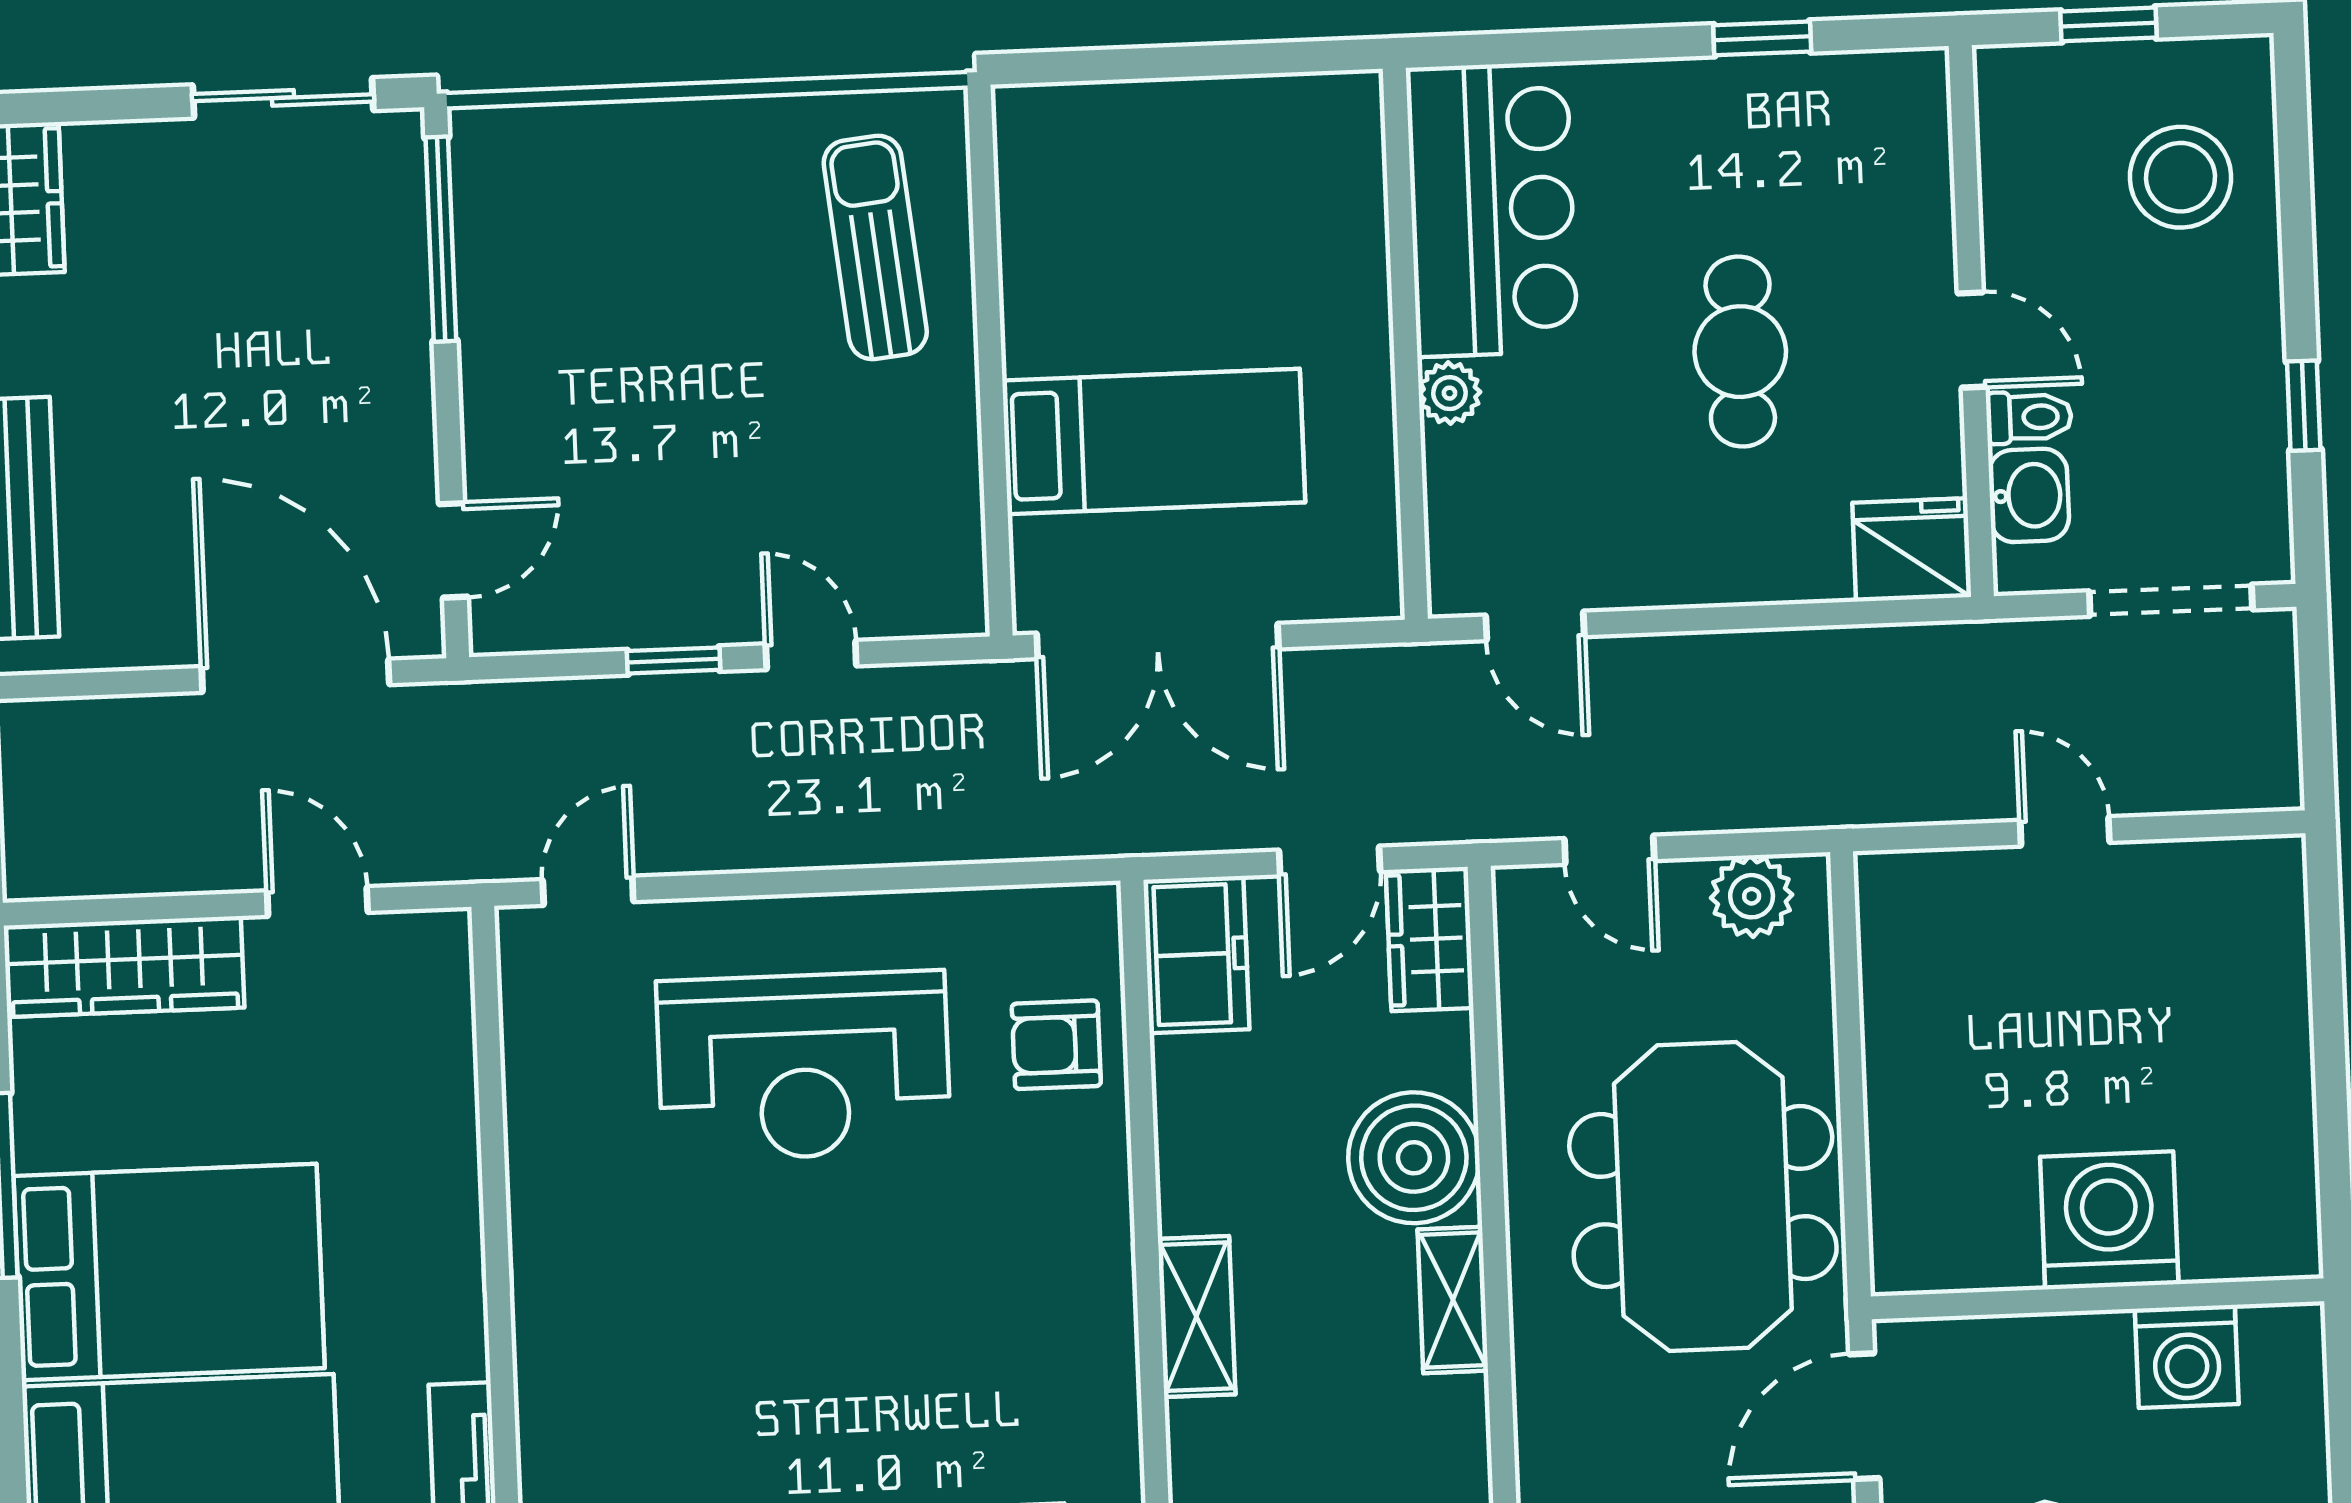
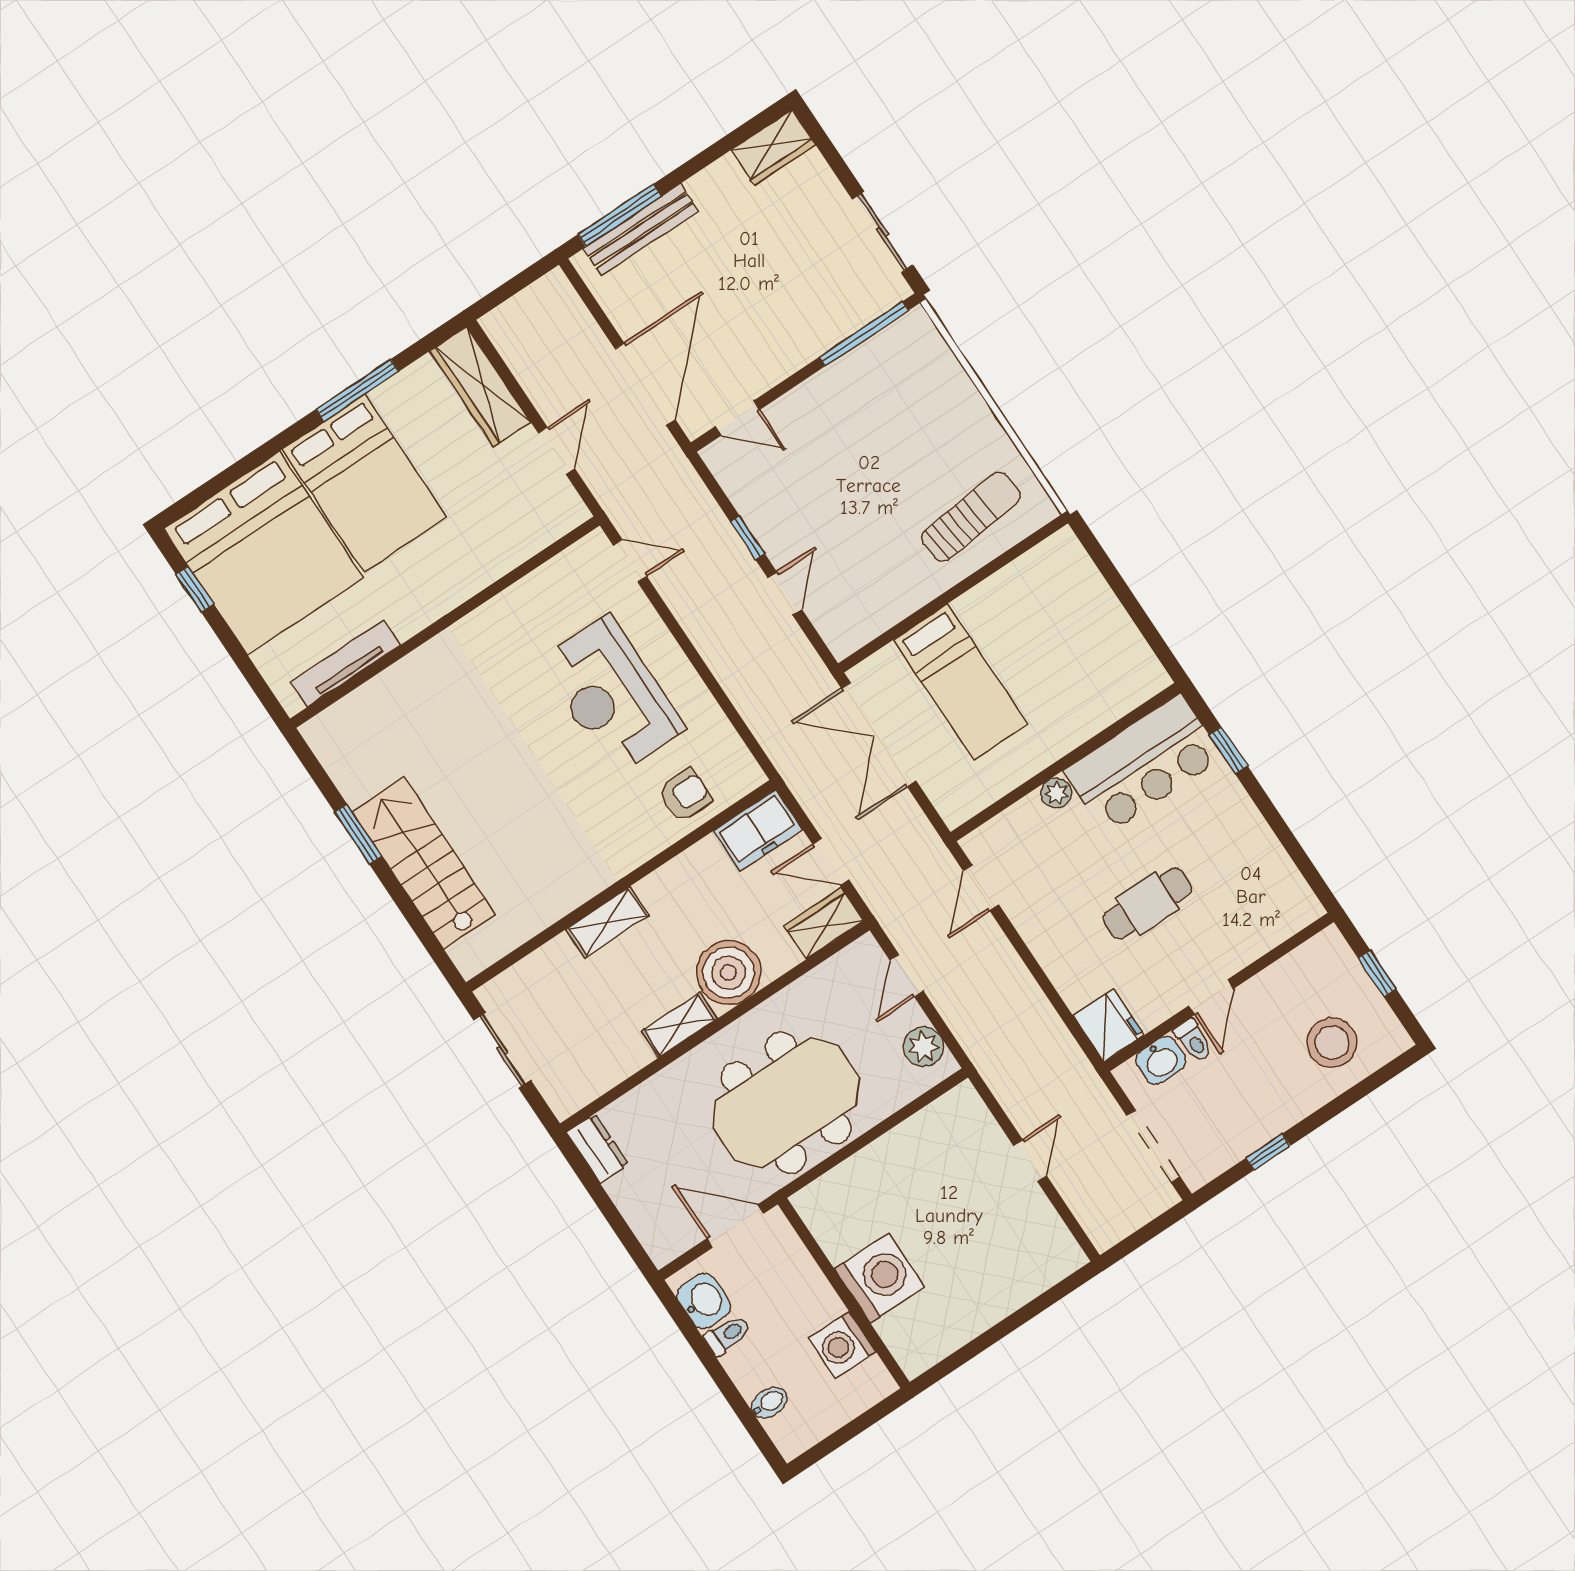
window: (1762, 38) -> (1228, 750), moved
armchair: (1056, 1045) -> (685, 795), turned 90

